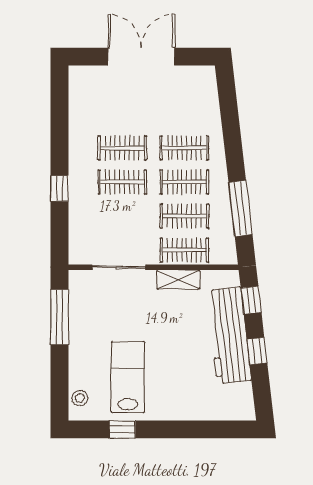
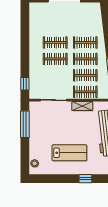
window: (60, 188) -> (25, 84), moved
lab bench: (128, 377) -> (69, 153), moved, turned 90
window: (122, 429) -> (85, 179), moved

